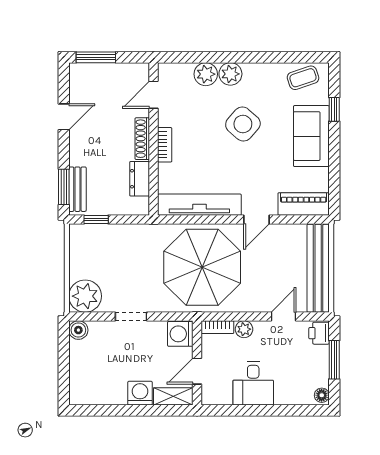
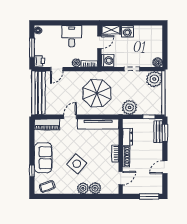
plant: (136, 238) -> (130, 108), added
parasol: (202, 267) -> (97, 93), width x0.73, depth x0.73

